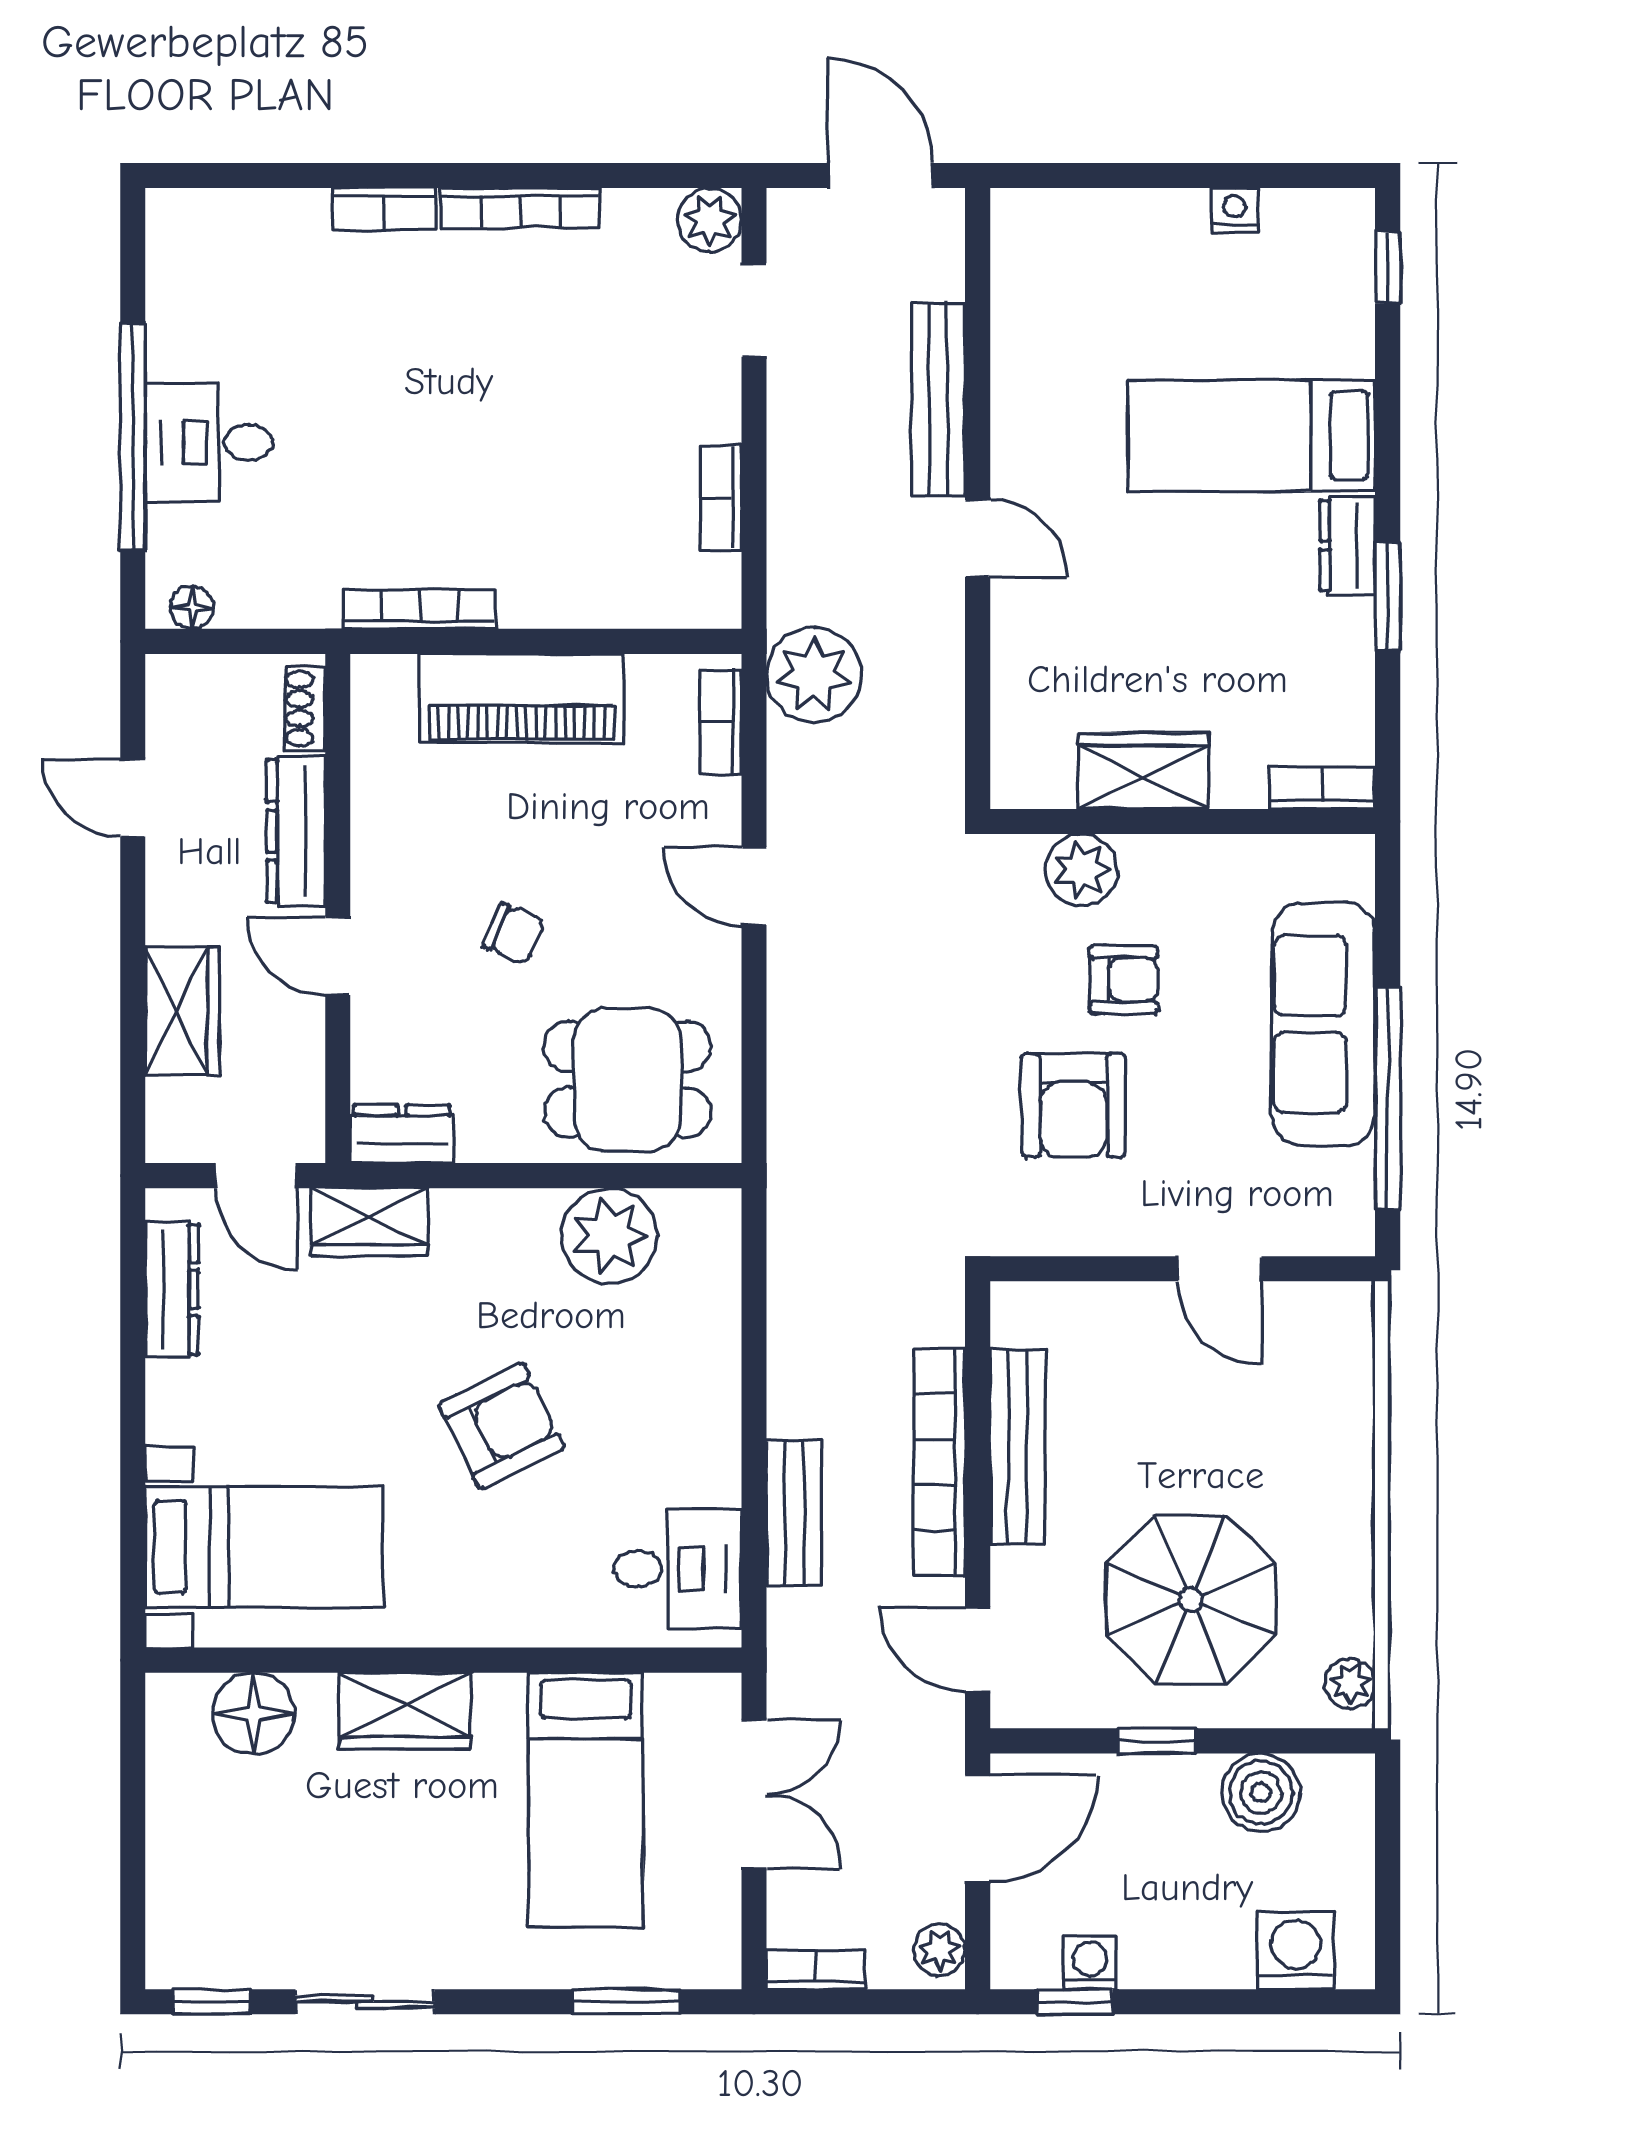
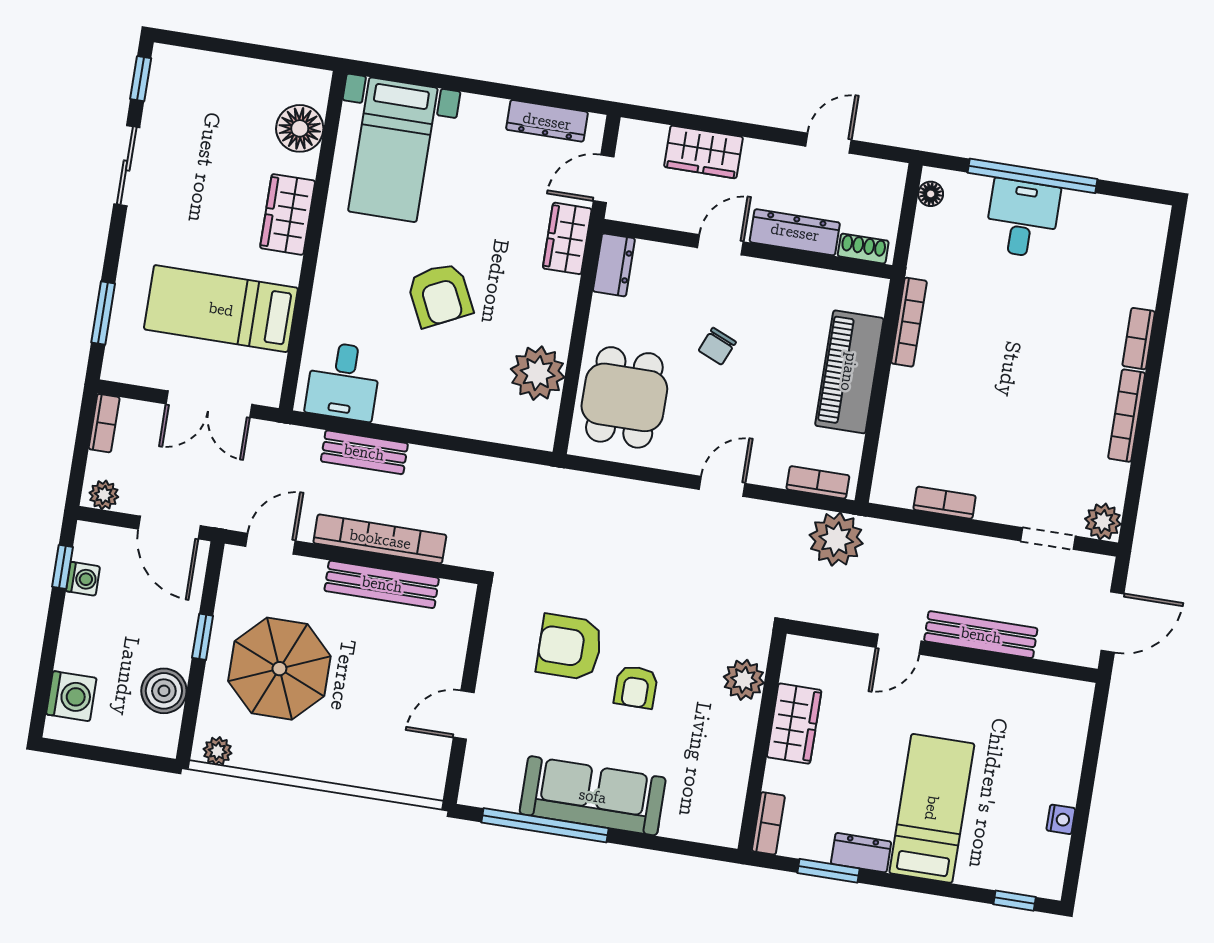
wardrobe: (1143, 771) -> (794, 724), moved
bookcase: (1323, 788) -> (768, 823), moved
wall: (1183, 821) -> (762, 741), moved
plant: (1082, 870) -> (744, 680), moved

